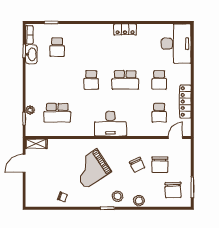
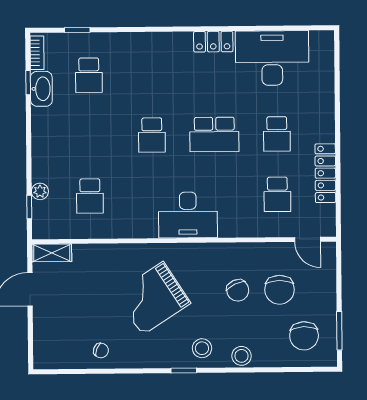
desk: (176, 44) -> (272, 58), moved, turned -90
school desk: (57, 113) -> (90, 196), width x0.54
door: (175, 137) -> (307, 239), swing flipped

